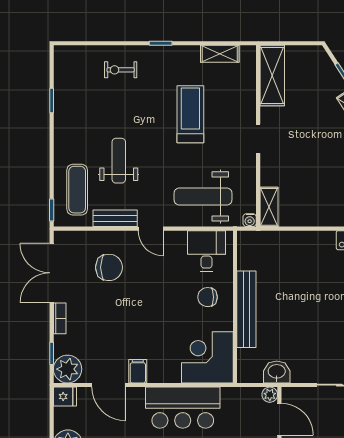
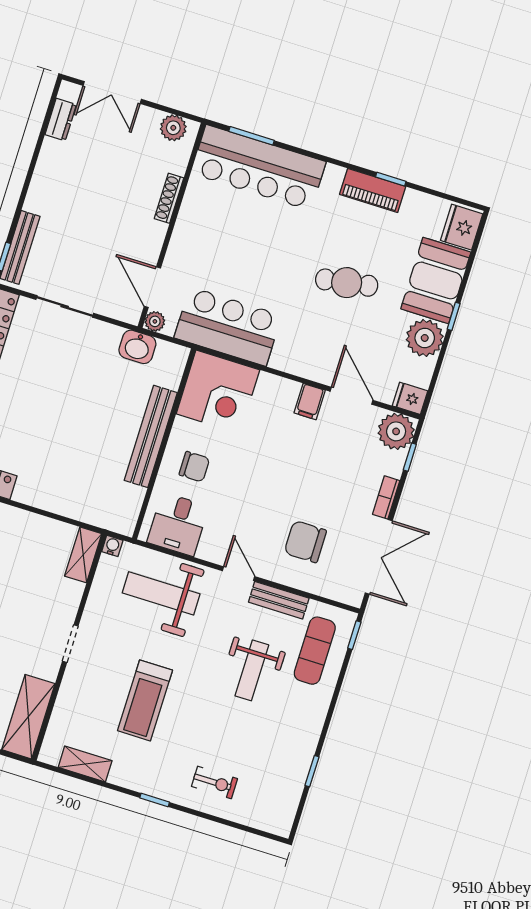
weight bench: (203, 196) -> (161, 593), turned 180
bar counter: (183, 408) -> (228, 326), moved

